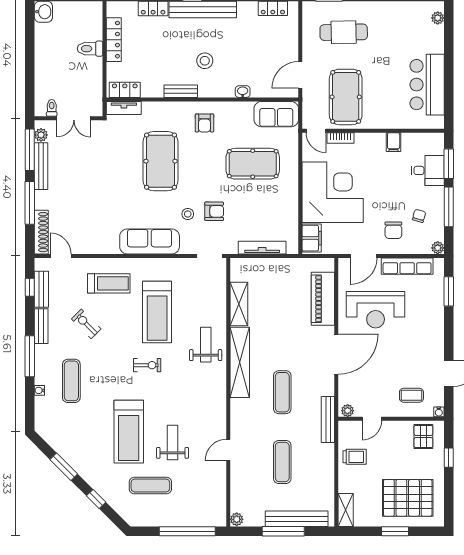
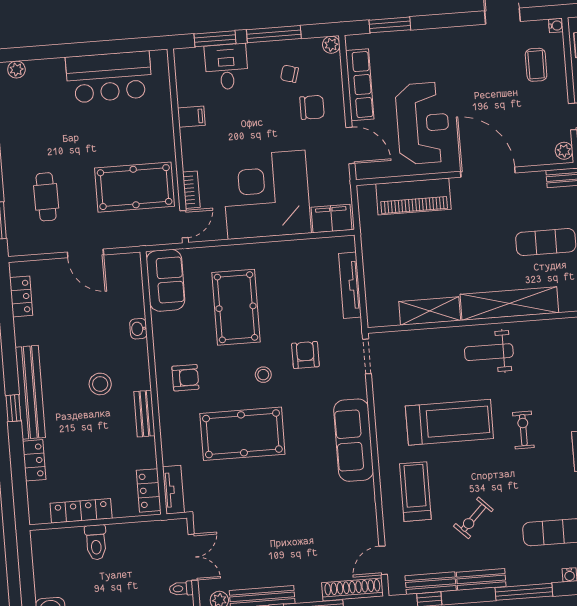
cafe table: (344, 32) -> (46, 197), width x0.73, depth x0.74
door: (300, 75) -> (85, 253), moved
stool: (188, 214) -> (263, 375), moved

